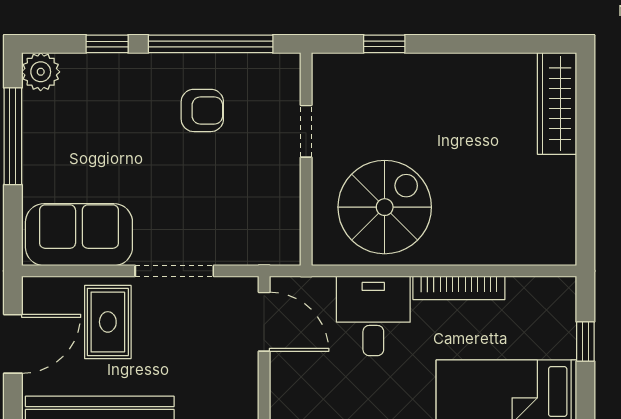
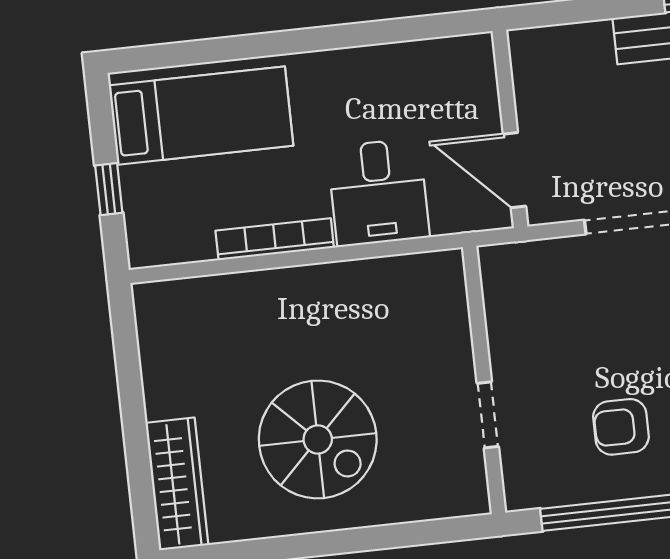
window: (384, 44) -> (402, 535), removed
spiral stairs: (385, 207) -> (318, 439), moved, turned -90

